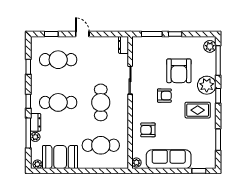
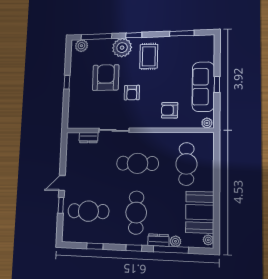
window: (51, 34) -> (61, 205), moved
window: (152, 34) -> (66, 107), removed
dresser: (124, 45) -> (89, 138), moved
cafe table: (58, 60) -> (88, 211), turned 90
armchair: (179, 71) -> (106, 78), turned -90
armchair: (164, 96) -> (132, 93), turned 180
armchair: (148, 130) -> (170, 110), turned 90
window: (199, 171) -> (217, 84), moved

